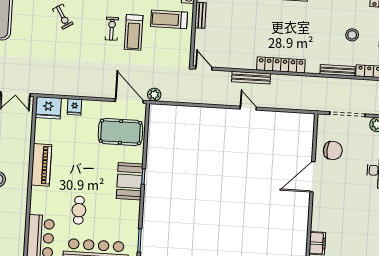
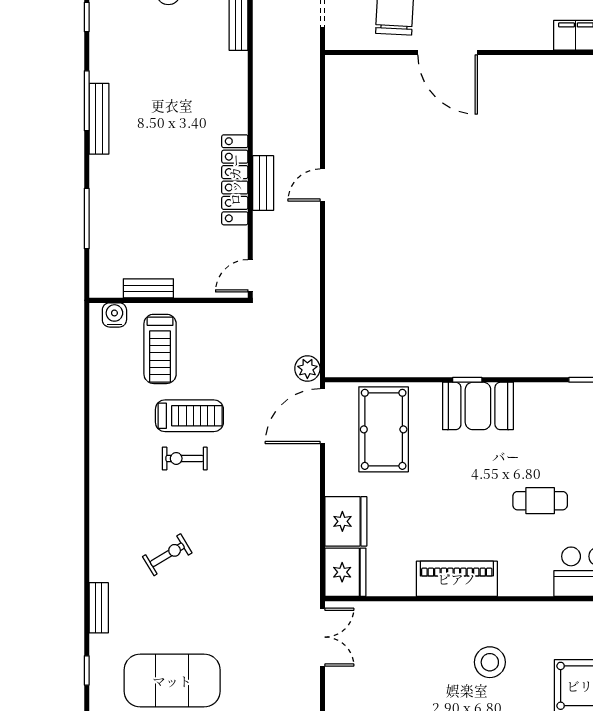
locker: (281, 65) -> (235, 180), moved
bench: (251, 78) -> (263, 183), width x0.73
fridge: (74, 107) -> (346, 521), width x1.88, depth x1.34

